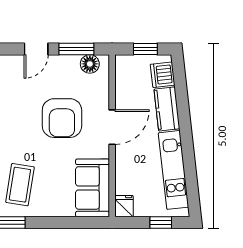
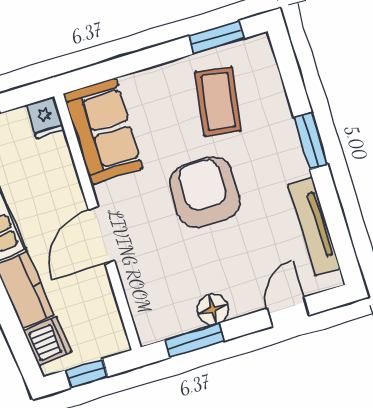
door: (36, 49) -> (288, 312), moved
floor lamp: (90, 64) -> (213, 309), moved
armchair: (62, 118) -> (205, 192), moved

